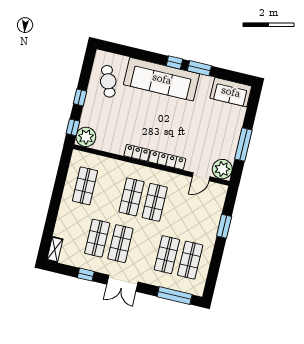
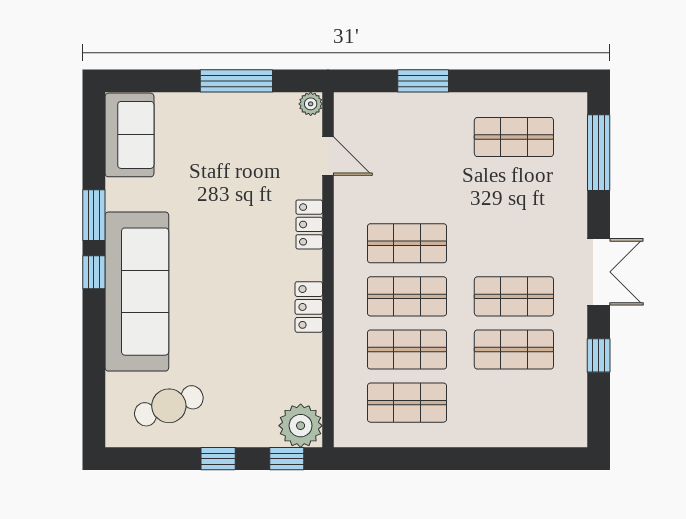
locker: (167, 160) -> (309, 224), width x0.66
plant: (222, 169) -> (311, 104), width x0.53, depth x0.53
shelving: (55, 250) -> (560, 435), removed
shop shelf: (167, 255) -> (407, 349), moved

